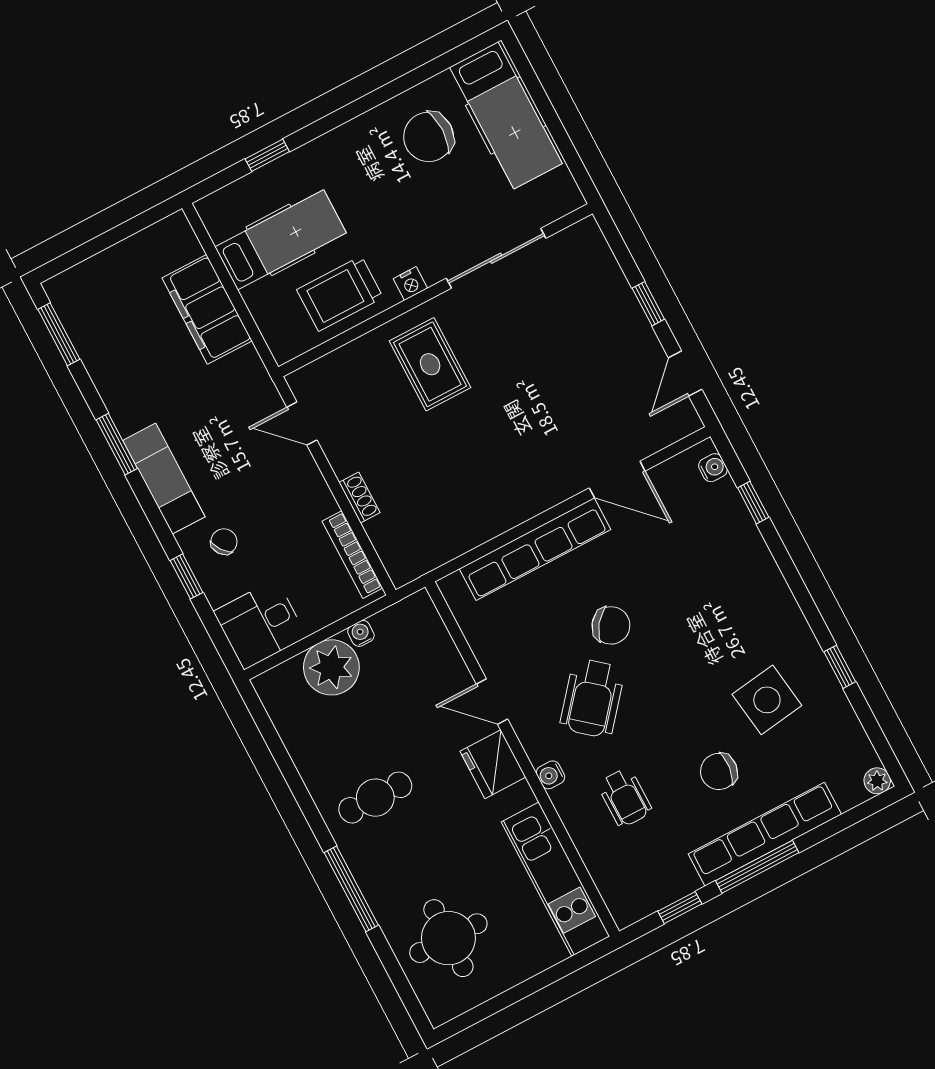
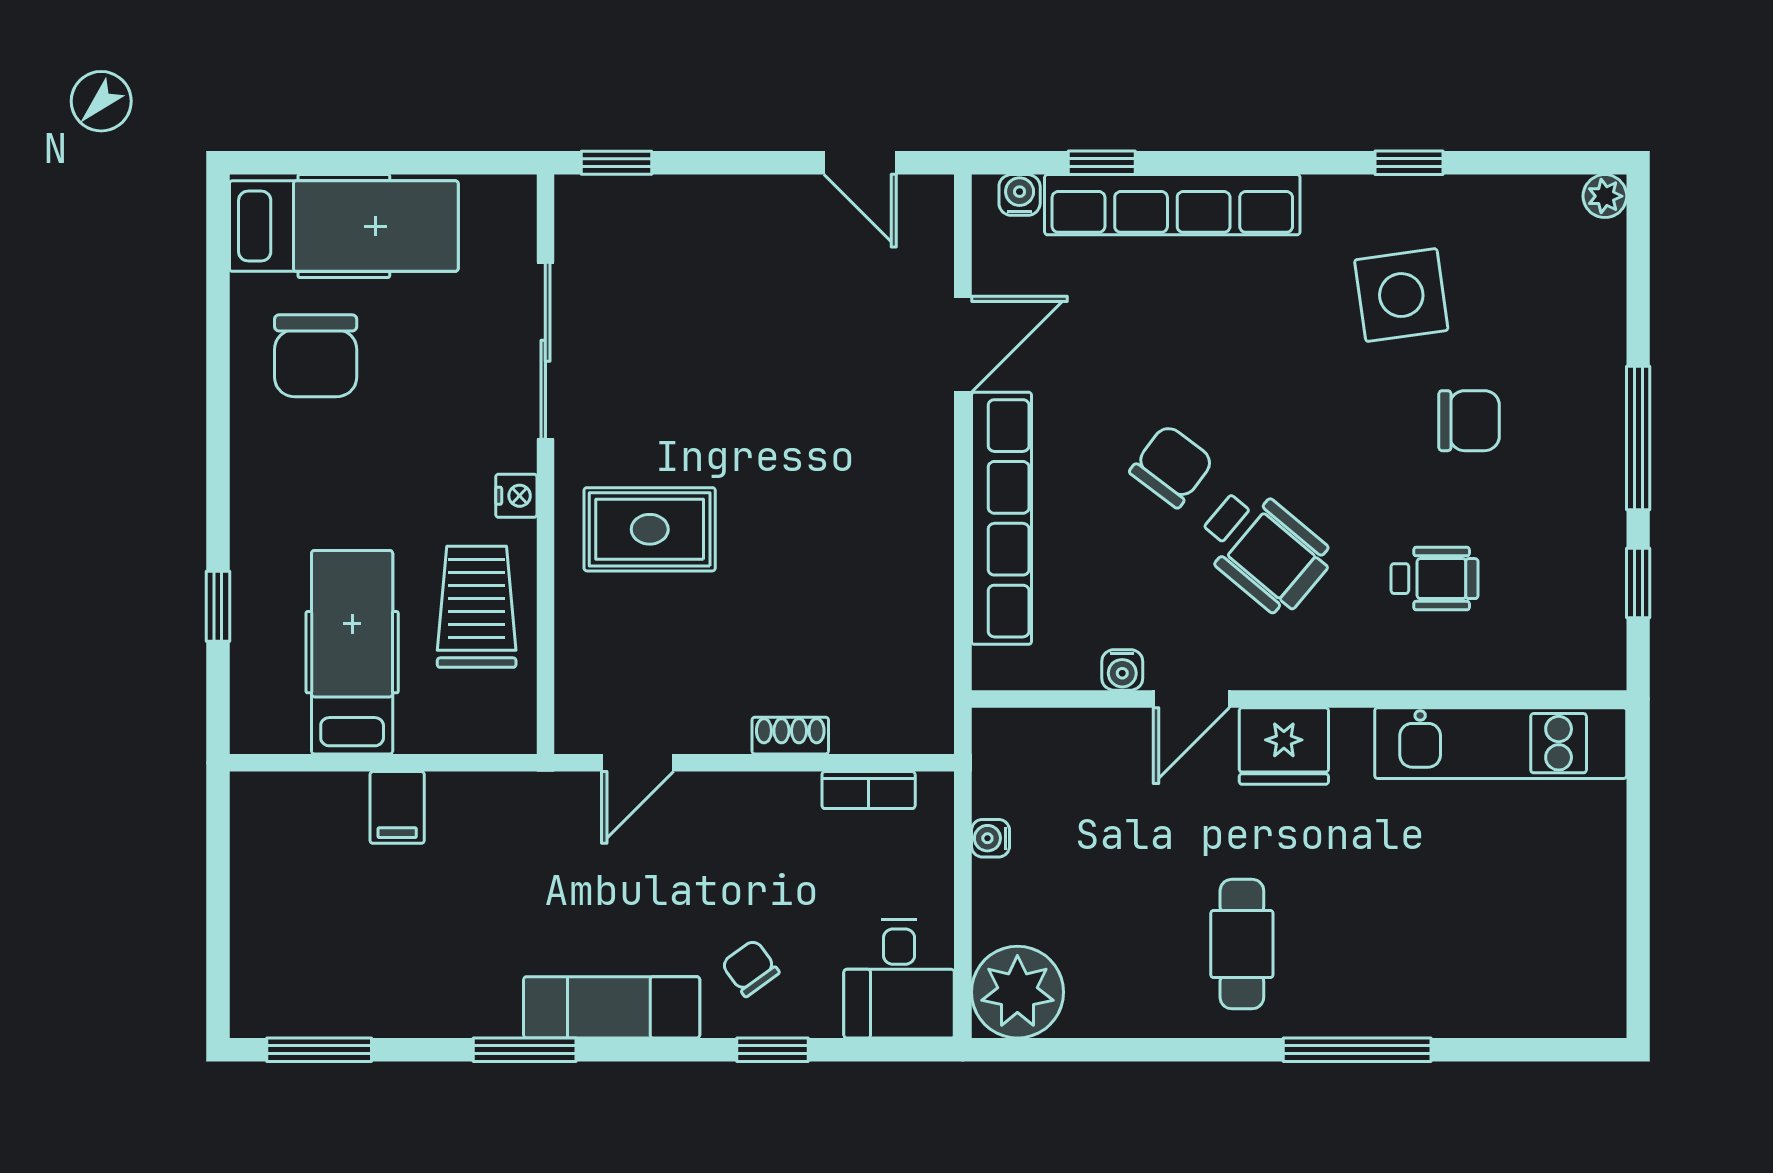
trolley: (340, 294) -> (477, 607), turned 180
window: (648, 304) -> (617, 163), moved
filing cabinet: (207, 309) -> (397, 807), width x0.33, depth x0.86
bookcase: (352, 555) -> (869, 790), width x0.64
plant: (331, 667) -> (1017, 992), moved
chair: (719, 771) -> (1469, 421), turned -96
water cooler: (550, 775) -> (1122, 670), moved
row of seats: (765, 834) -> (1172, 205), moved, turned -90
round table: (448, 938) -> (1504, 945), removed

